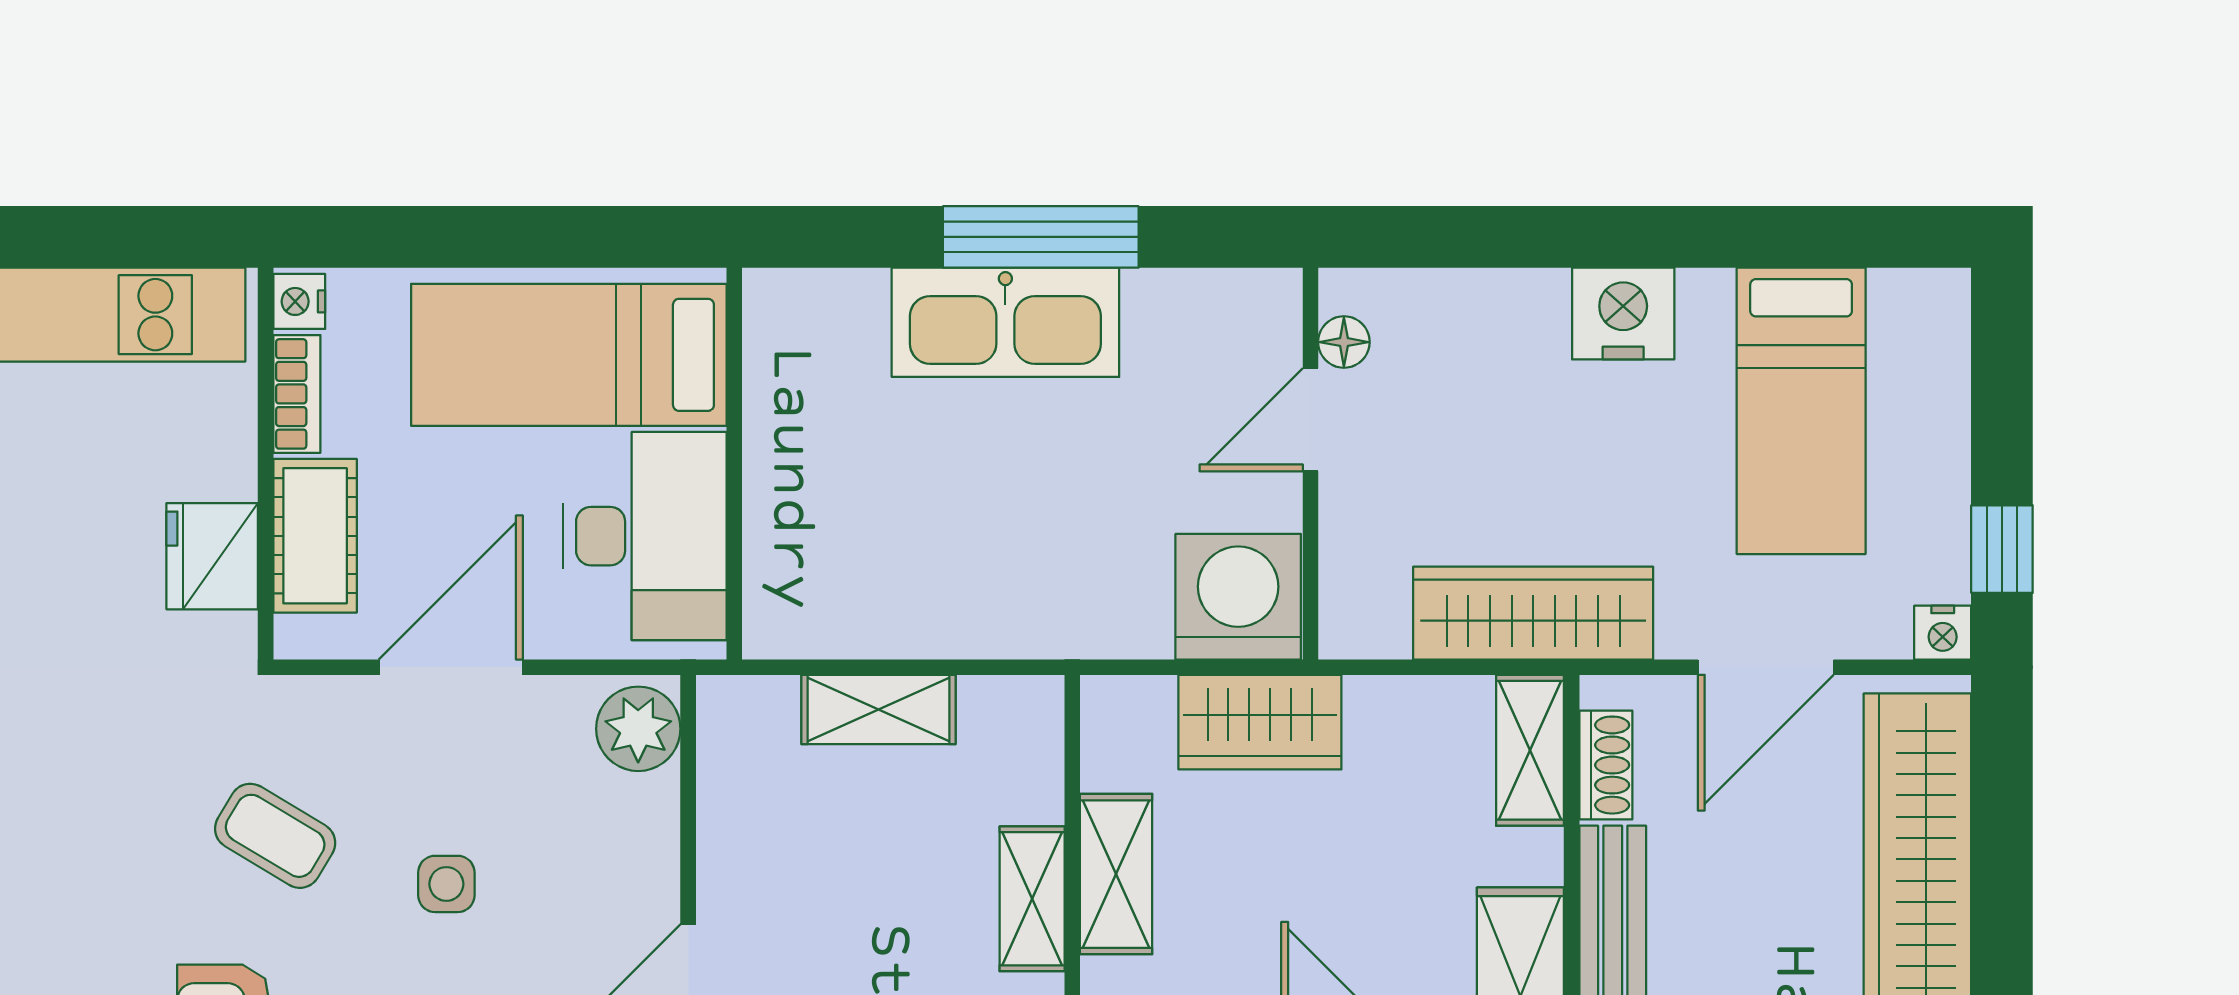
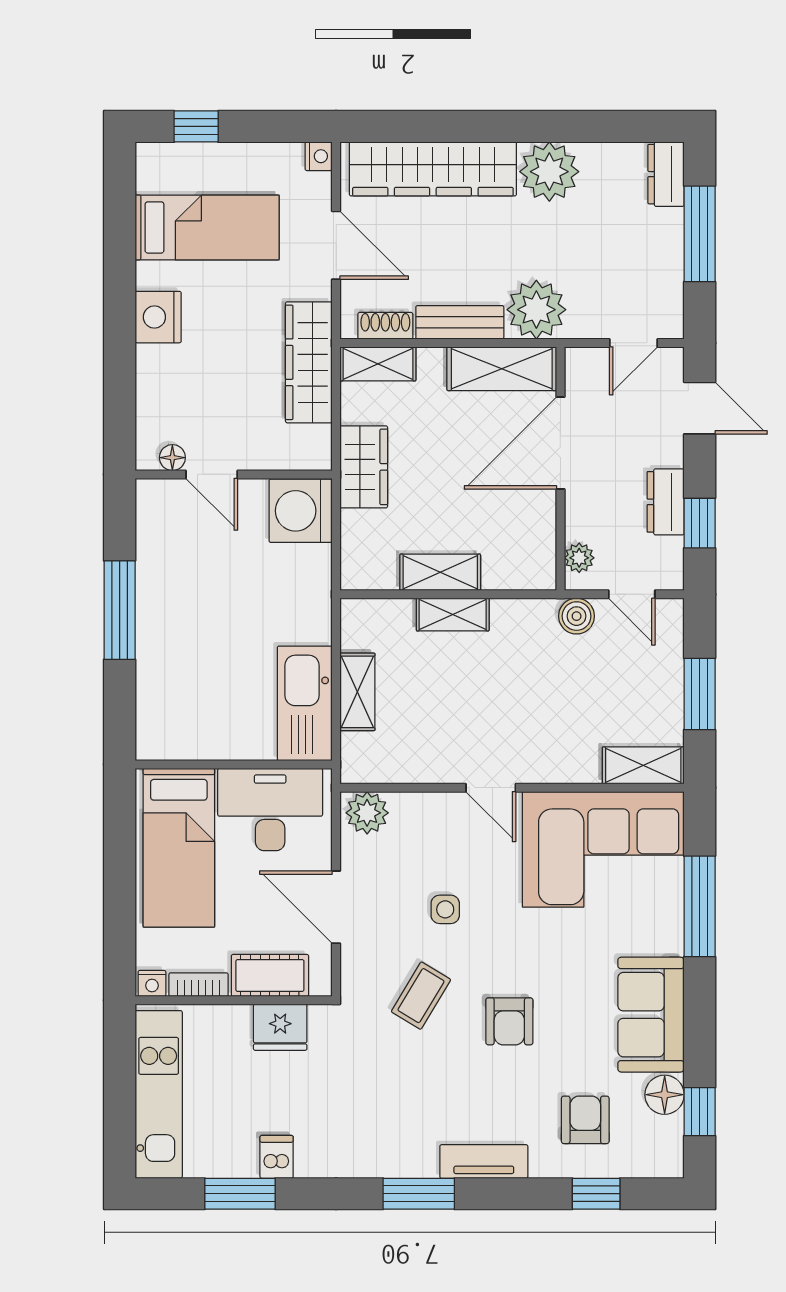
kitchen sink: (1005, 322) -> (305, 703), moved, turned 180
window: (2002, 549) -> (196, 126), moved
wardrobe: (1260, 722) -> (364, 467), moved

